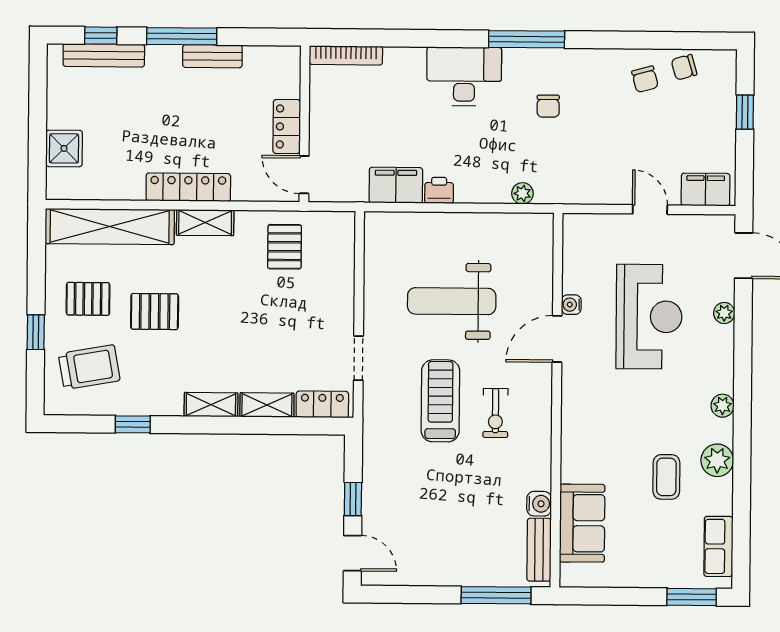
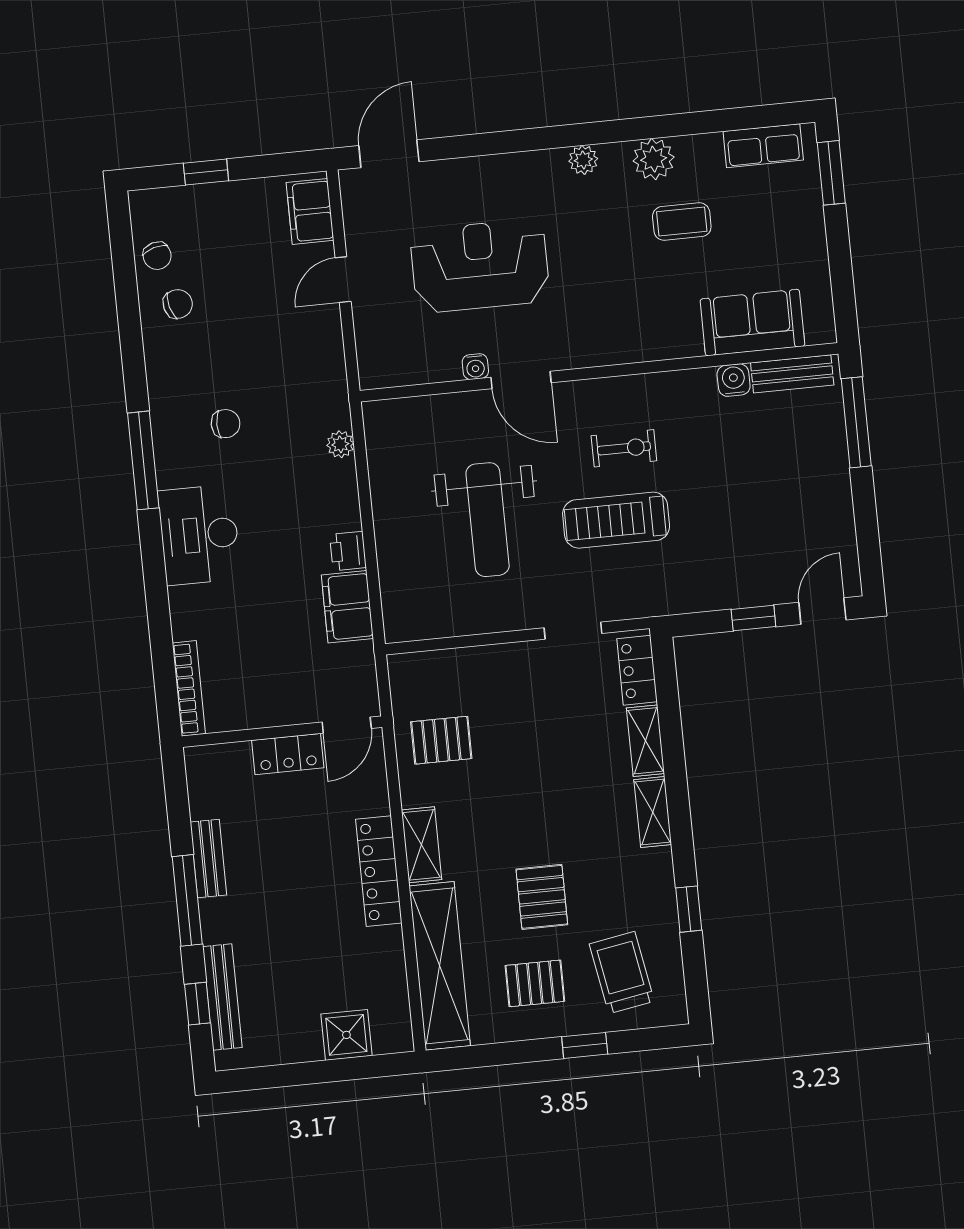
pallet: (88, 299) -> (535, 983), turned 90
plant: (724, 313) -> (465, 171), removed

